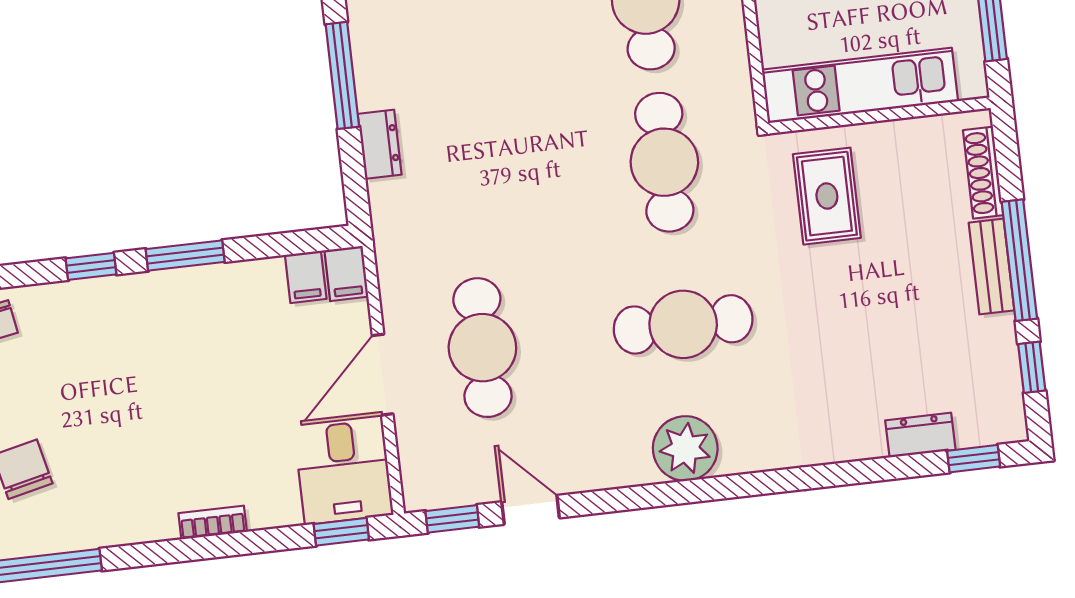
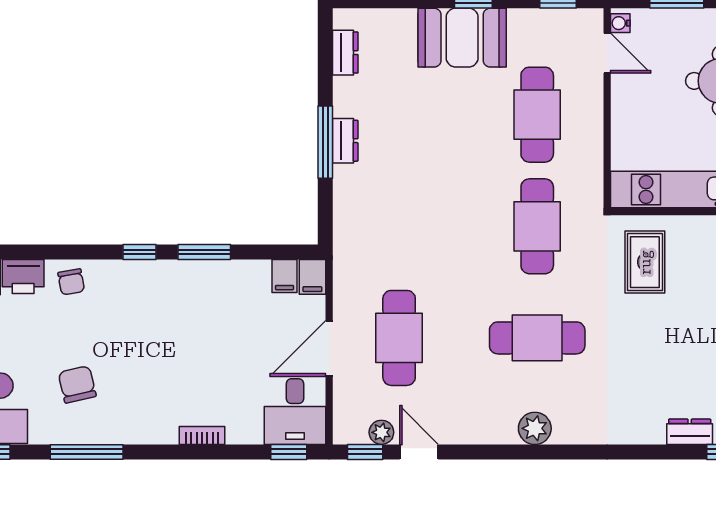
dresser: (380, 144) -> (345, 141), moved
plant: (685, 448) -> (535, 428), width x0.73, depth x0.73
plant: (473, 488) -> (381, 432), added

